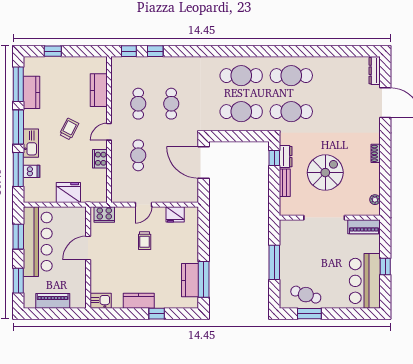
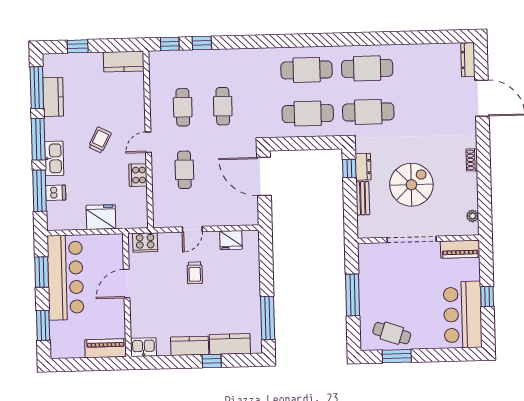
kitchen counter: (99, 90) -> (124, 62), moved, turned -90
kitchen counter: (190, 280) -> (230, 344), moved, turned 90
piano: (53, 301) -> (105, 348), moved

